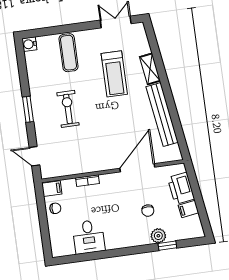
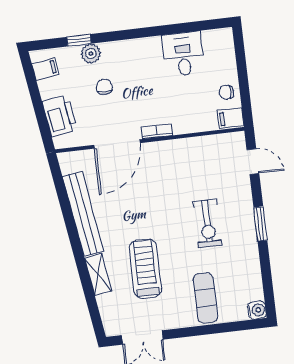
bookcase: (88, 181) -> (157, 131), moved
filing cabinet: (188, 209) -> (45, 69), moved

